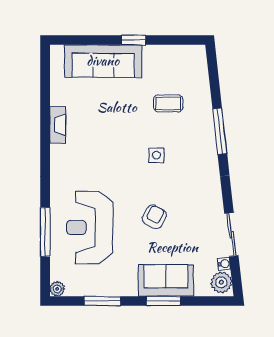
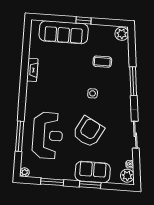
plant: (196, 57) -> (122, 34), added
armchair: (154, 217) -> (88, 132), width x1.88, depth x1.88
reception desk: (90, 227) -> (48, 135), turned 180
sliding door: (231, 235) -> (135, 135), moved

